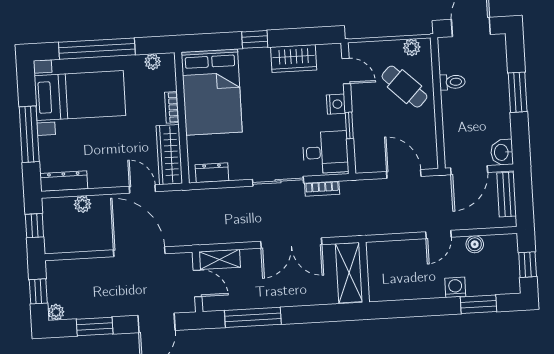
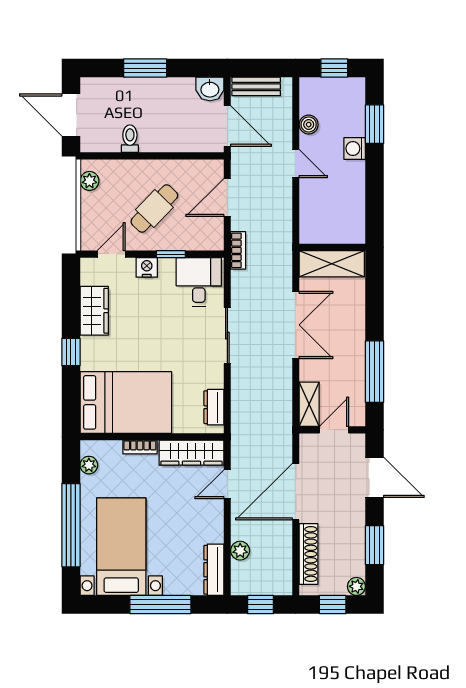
cafe table: (404, 87) -> (154, 209), moved
bookcase: (322, 189) -> (238, 250), moved
shoe rack: (83, 267) -> (309, 554), added

